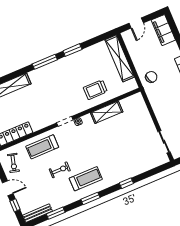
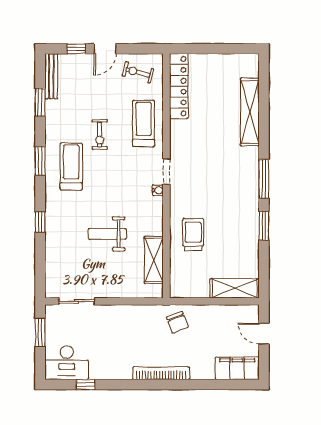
shelving: (120, 58) -> (235, 288), width x0.68
shelving: (107, 112) -> (154, 260), moved
weight bench: (116, 141) -> (107, 234), added
treadmill: (86, 179) -> (71, 166), turned 180

